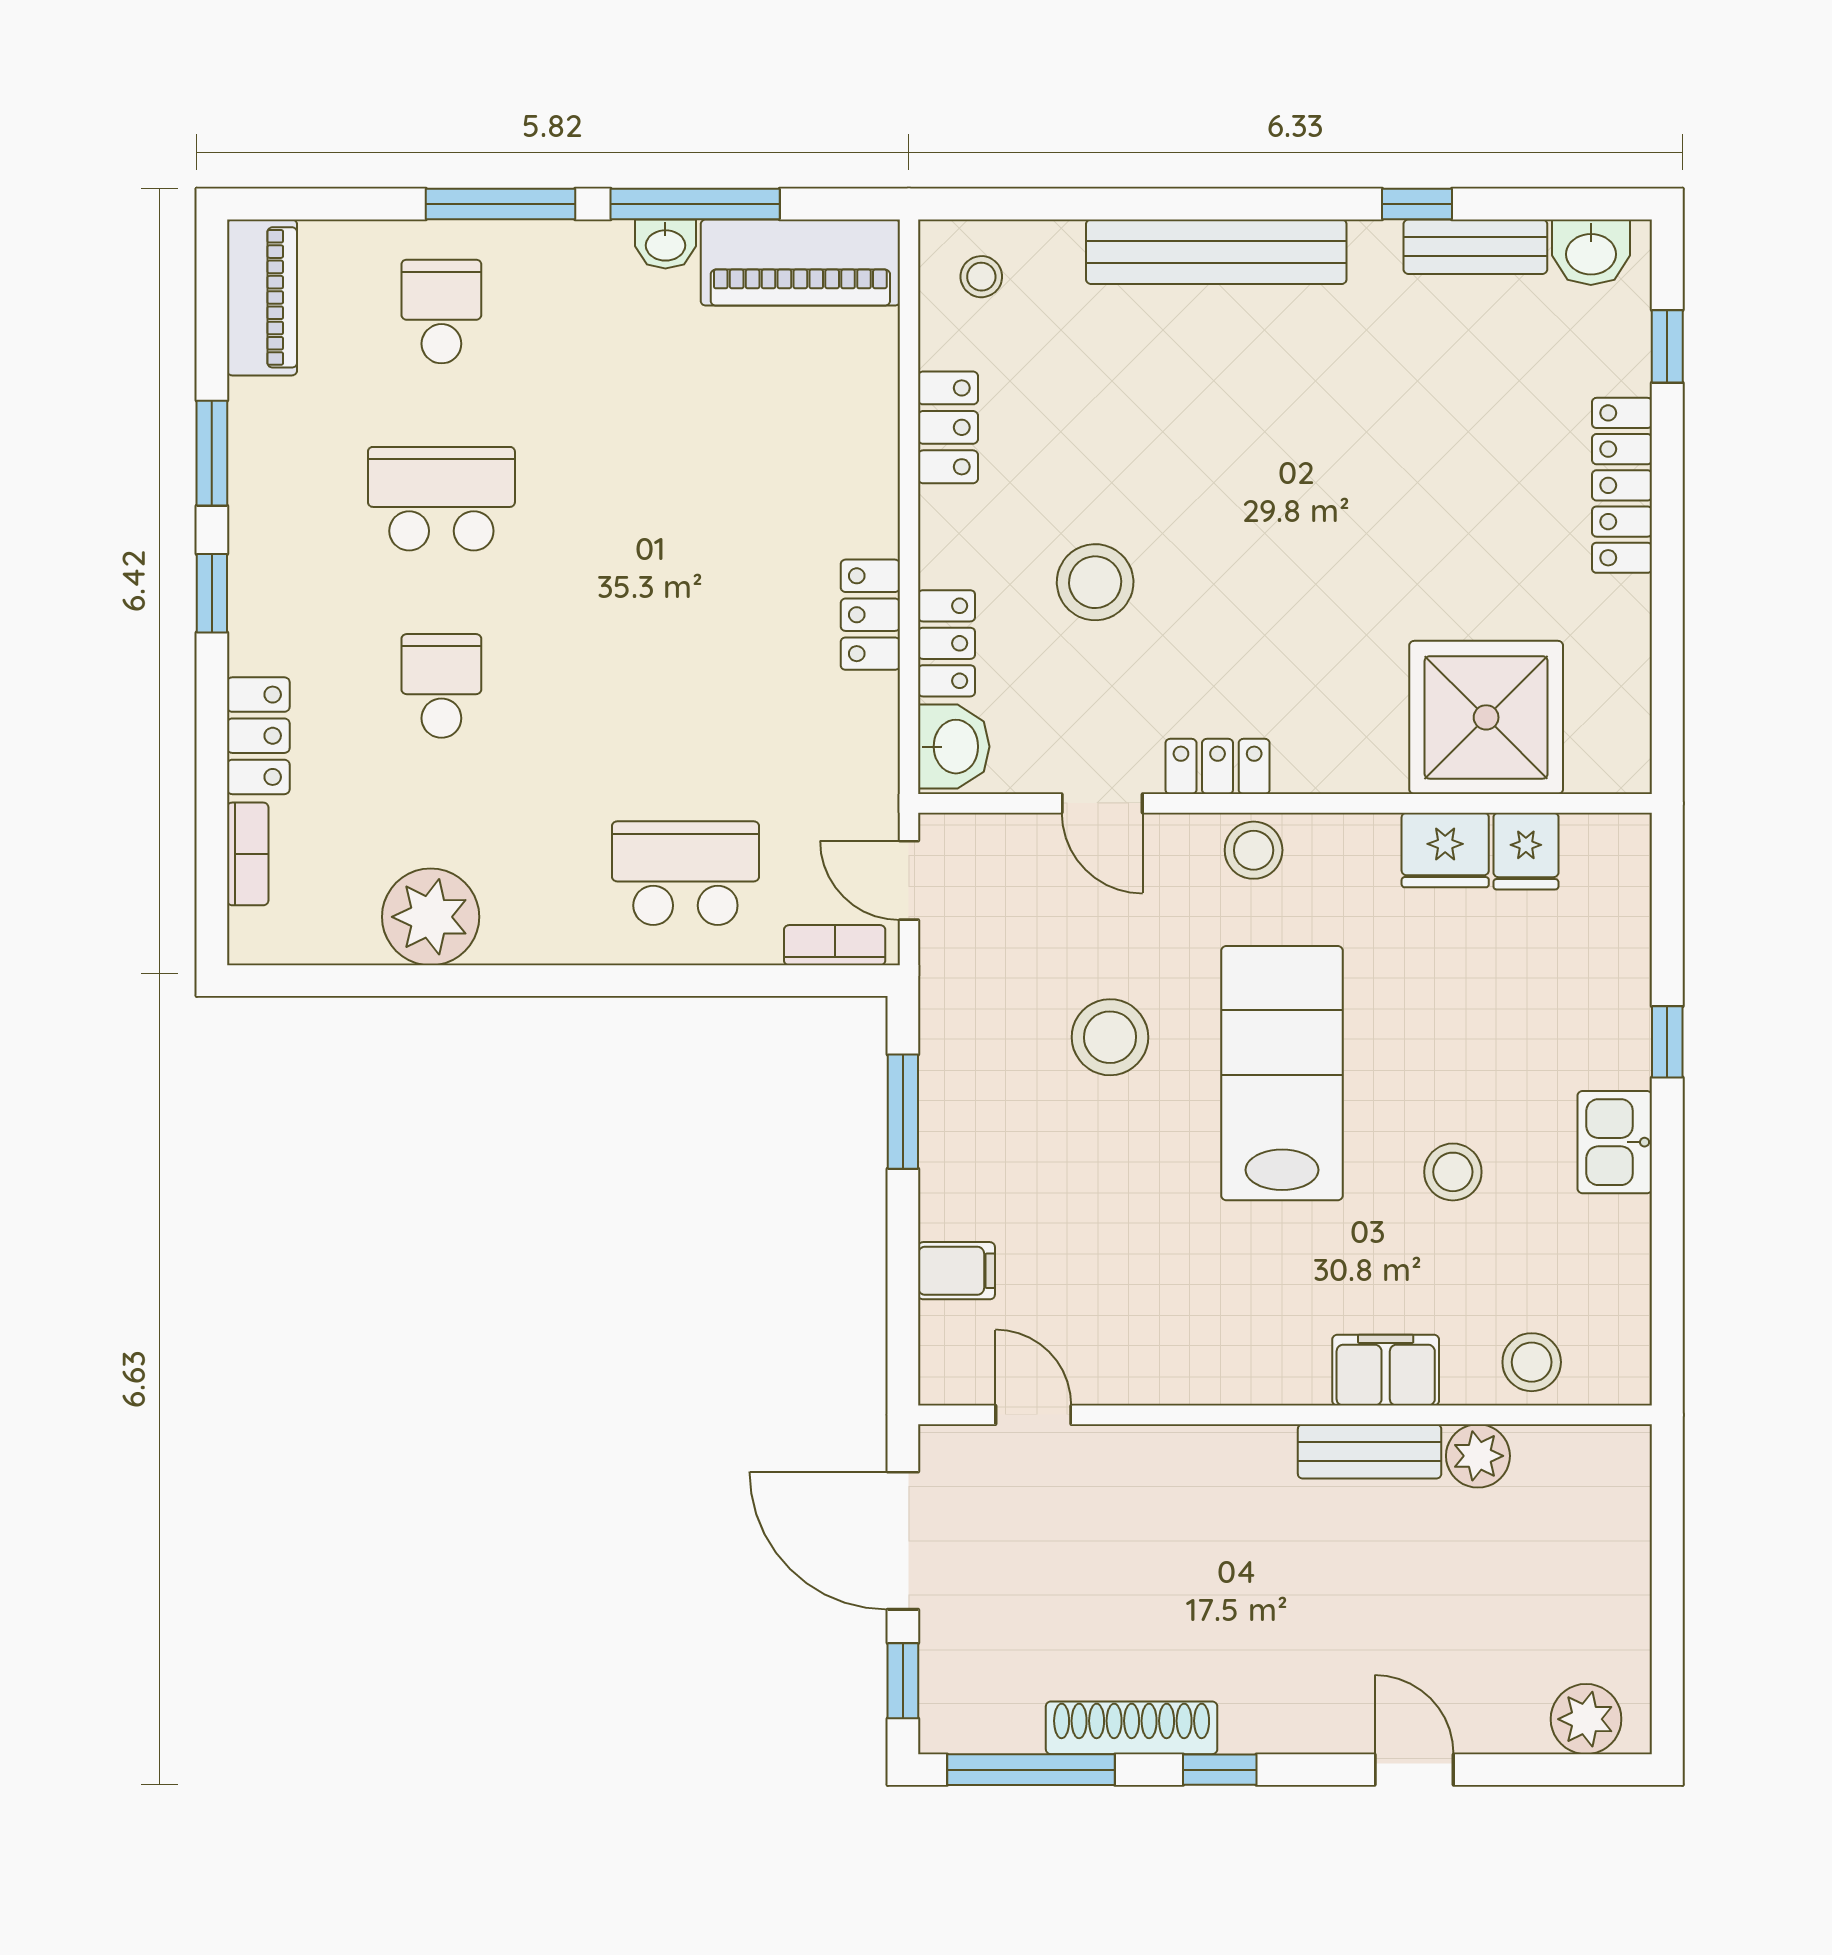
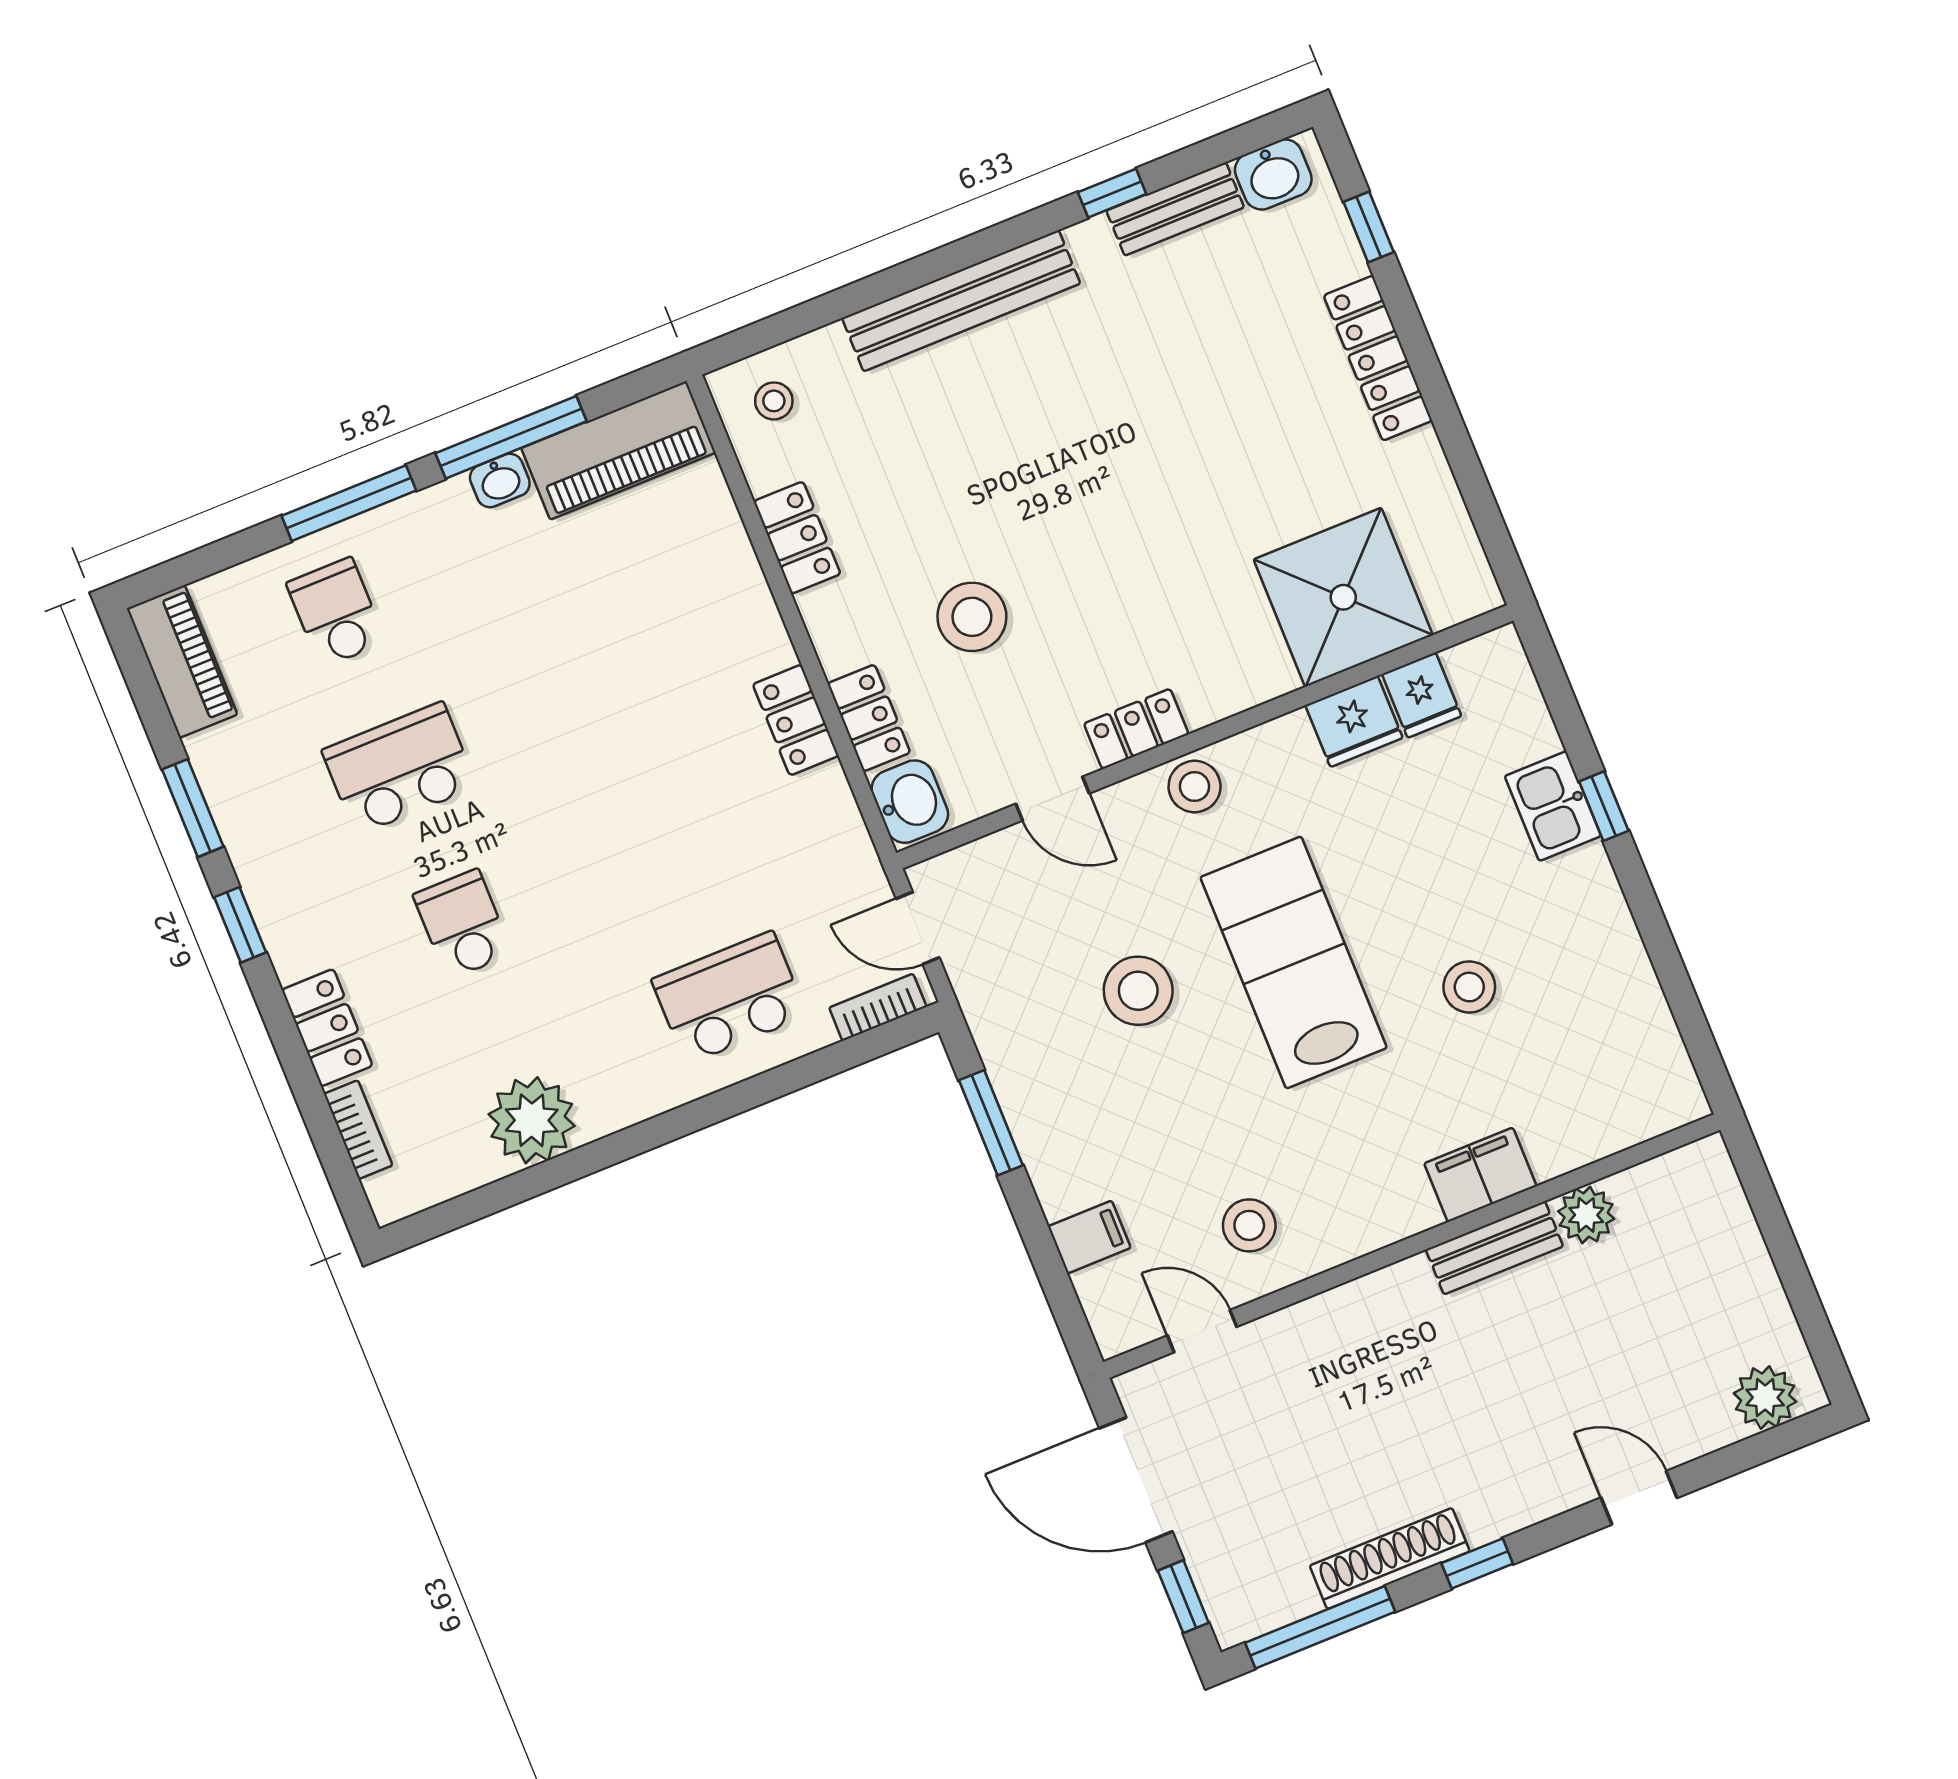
kitchen sink: (1615, 1142) -> (1553, 806), moved
stool: (1532, 1362) -> (1249, 1225), moved

